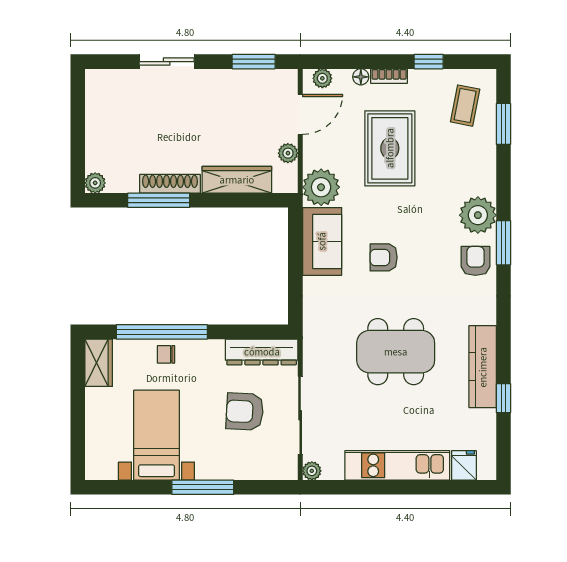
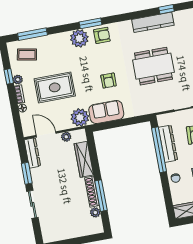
window: (254, 62) -> (27, 173), moved
plant: (322, 78) -> (18, 80), moved
dresser: (268, 80) -> (32, 153), added
window: (503, 124) -> (32, 34), width x1.44
plant: (95, 183) -> (95, 212), moved
armchair: (475, 261) -> (102, 35), turned 180
window: (162, 332) -> (159, 150), moved
dresser: (262, 352) -> (168, 144), moved
dining table: (396, 352) -> (153, 66), turned 90

